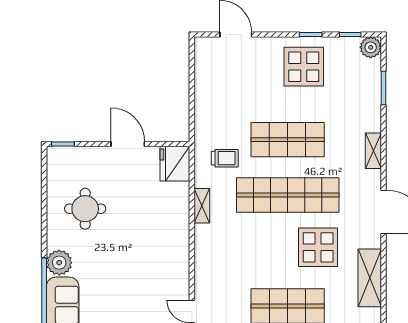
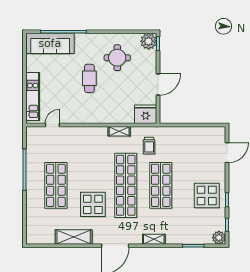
cafe table: (118, 253) -> (89, 78), added
plant: (59, 263) -> (149, 41), moved

